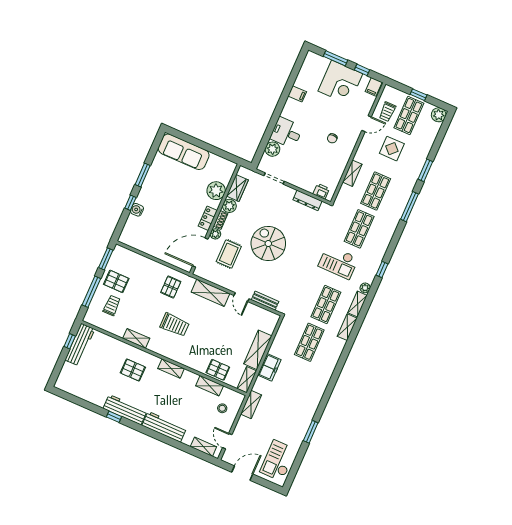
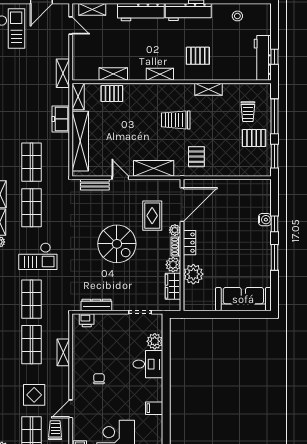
checkout: (338, 262) -> (38, 256), turned 180
shelving: (258, 350) -> (80, 141), width x1.47
stool: (222, 408) -> (237, 16), moved

